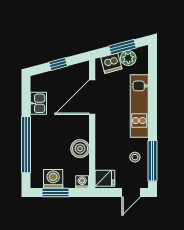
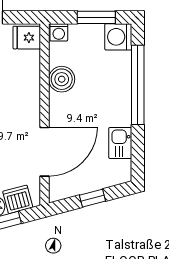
washing machine: (53, 179) -> (118, 37), moved, turned 90

